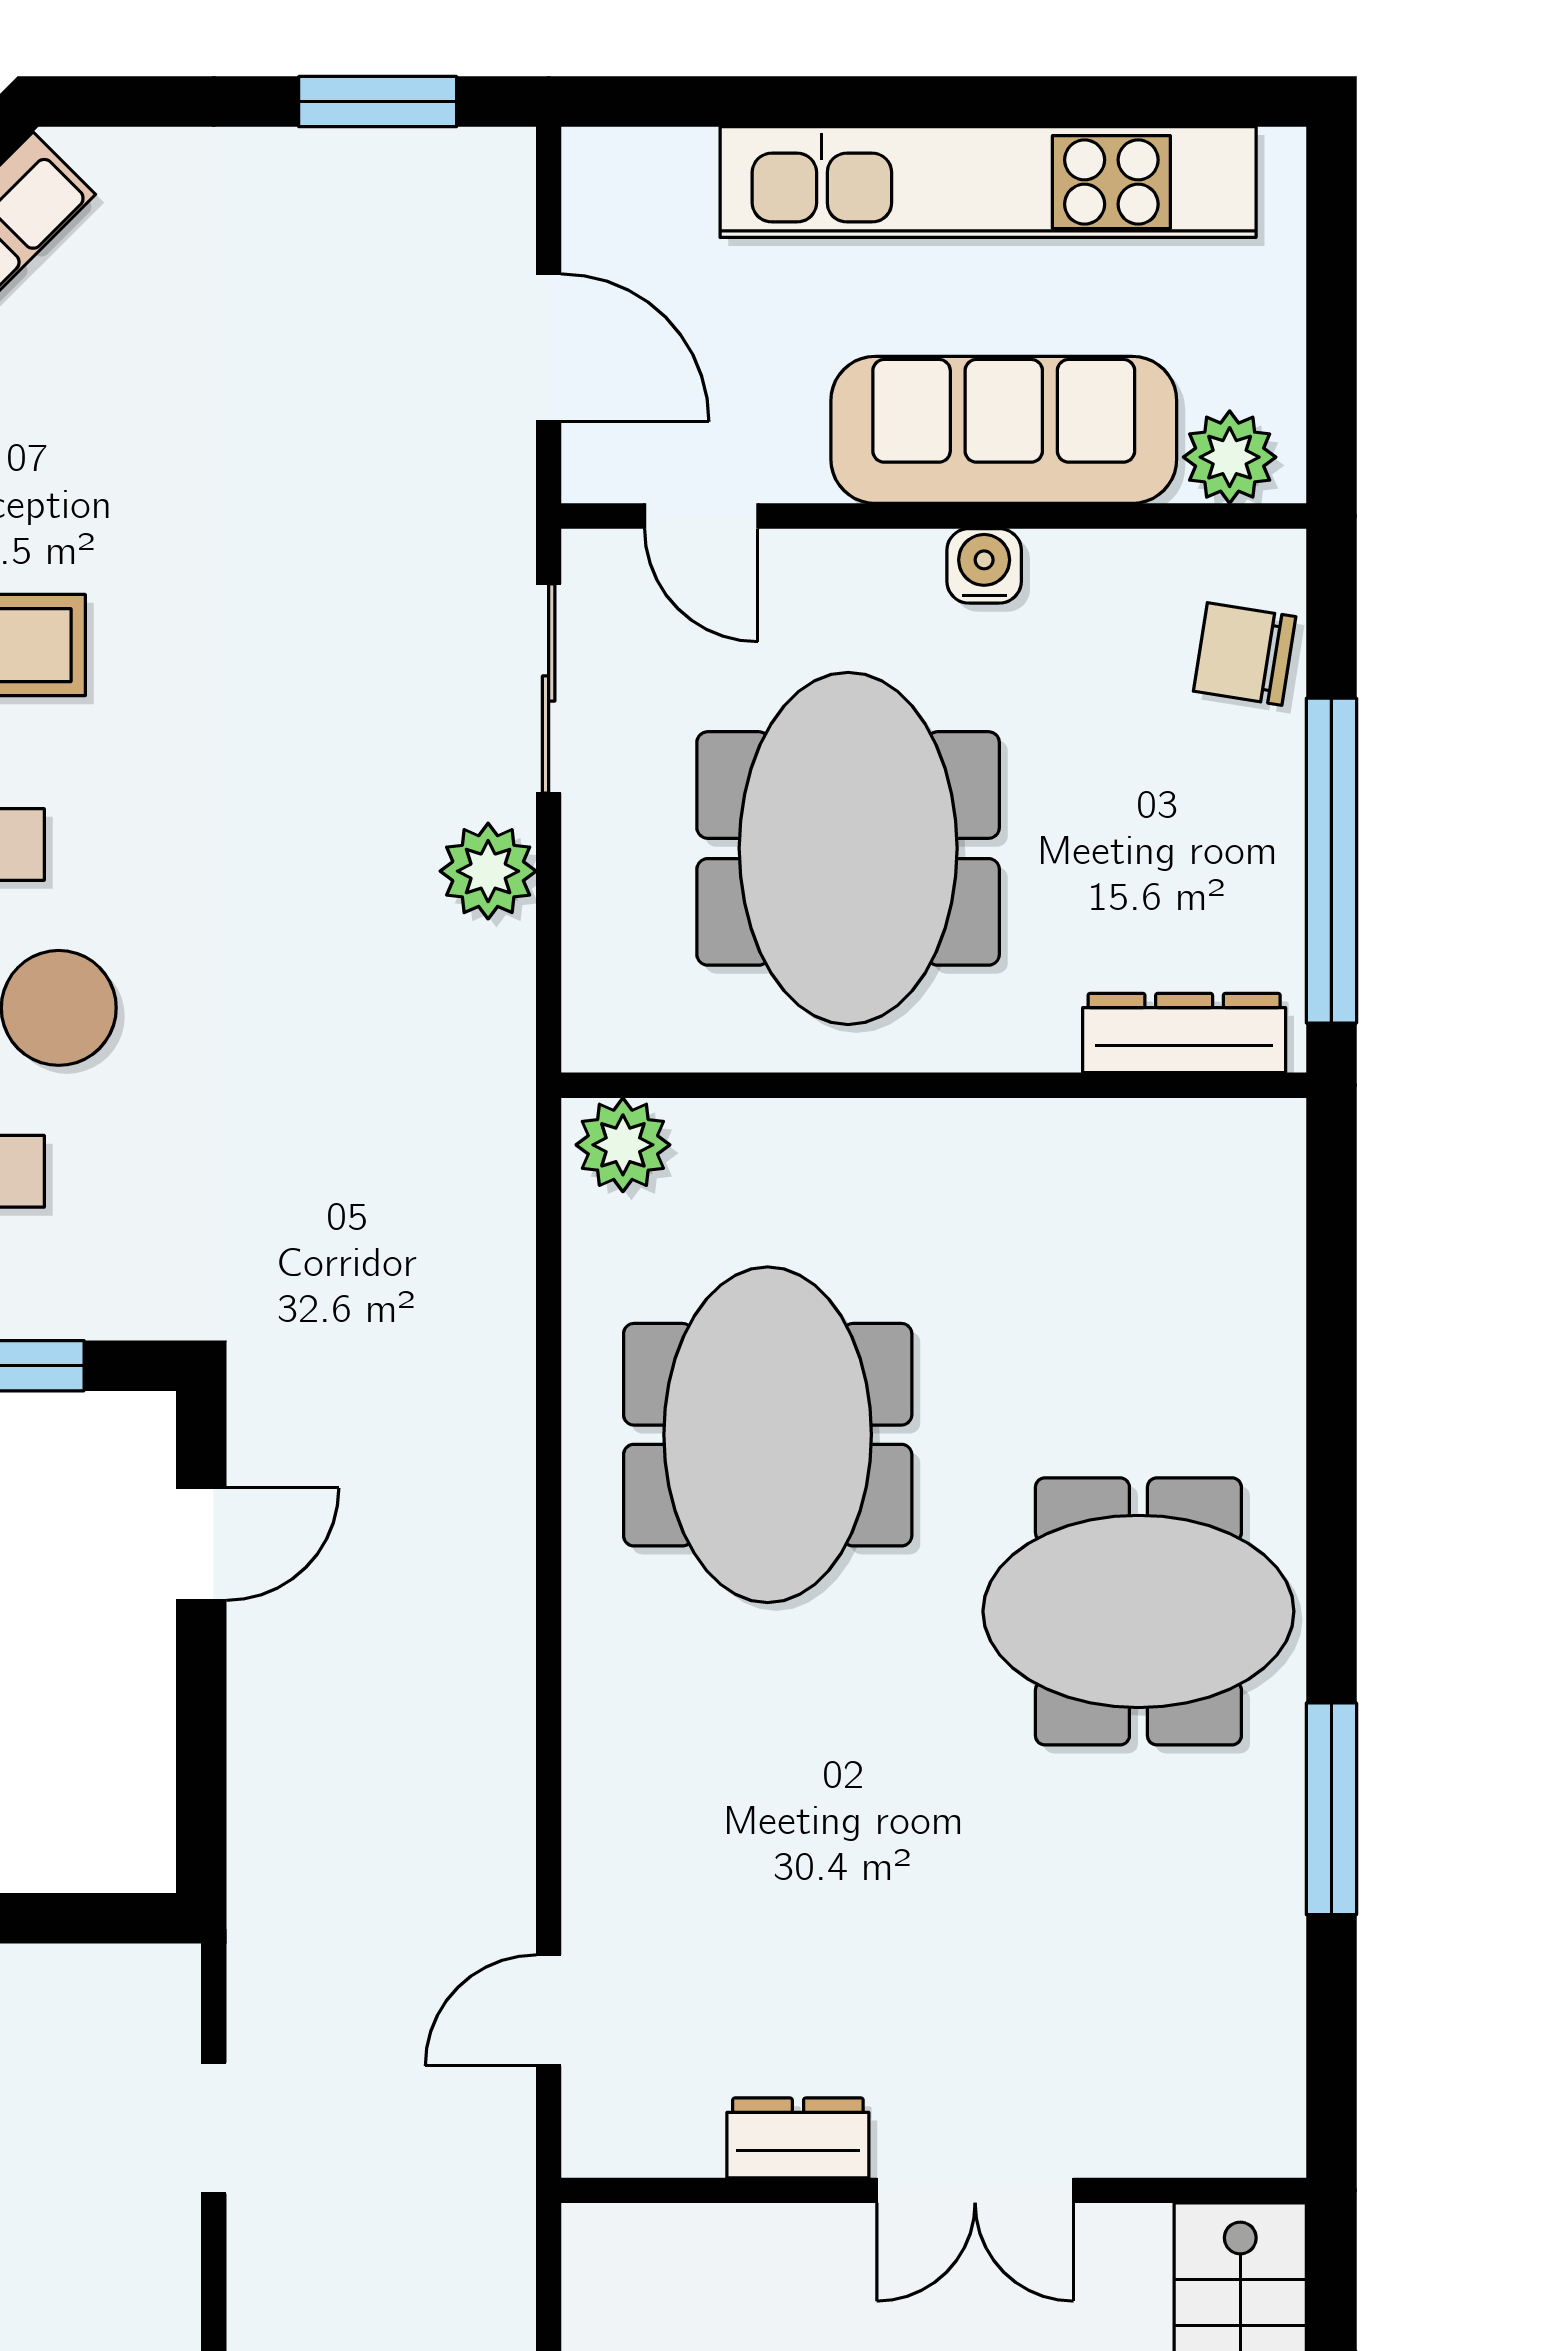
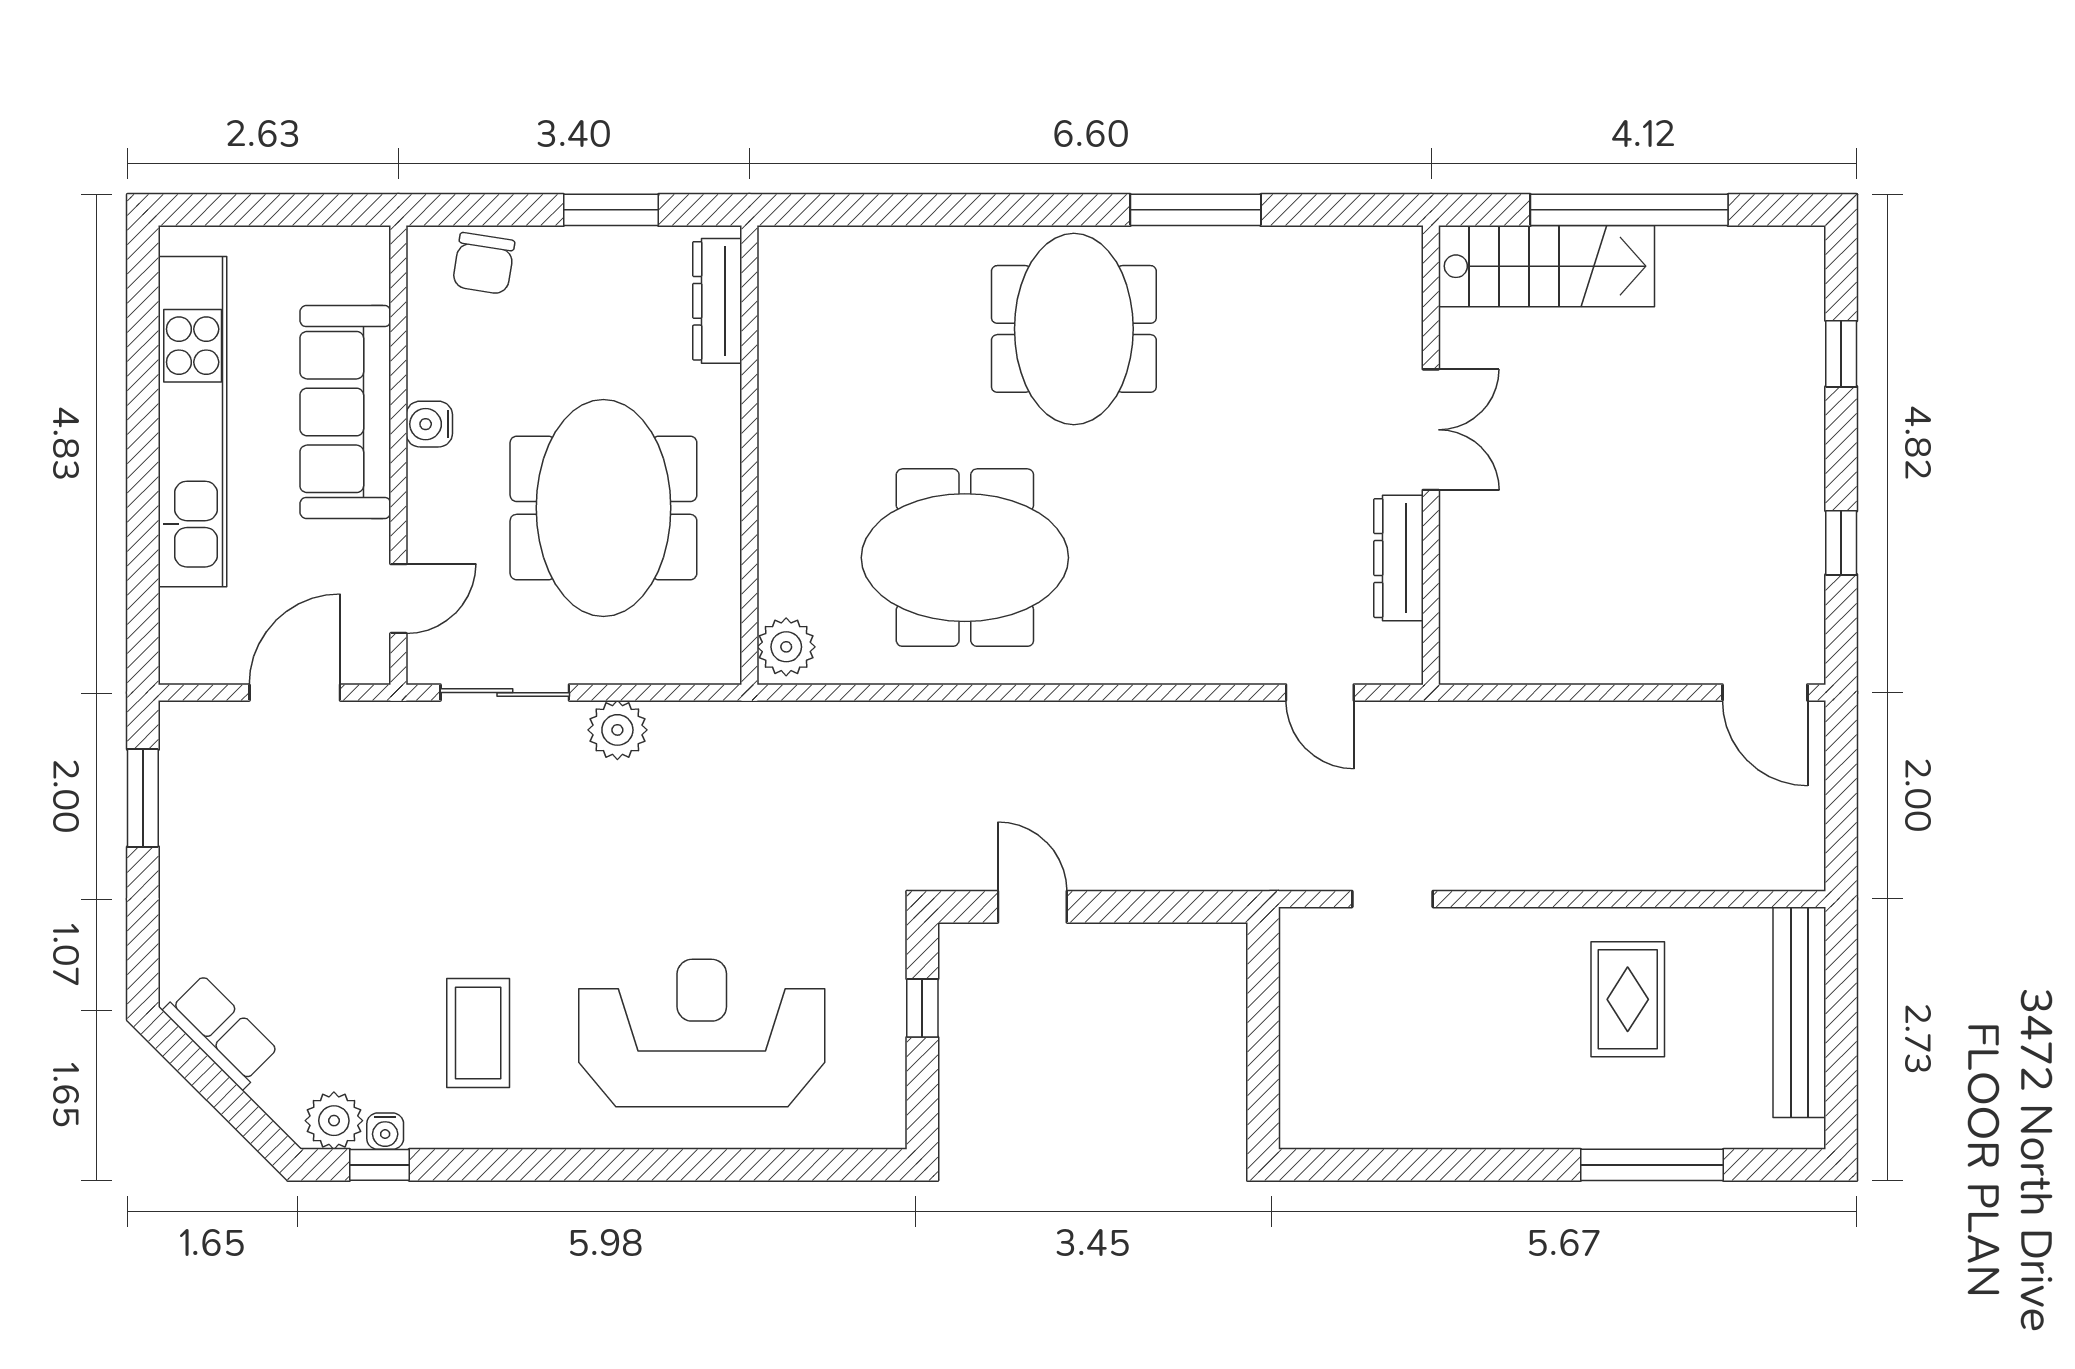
plant: (1230, 457) -> (362, 273), removed
meeting table: (848, 848) -> (603, 508), turned 90
window: (1331, 861) -> (611, 210), width x0.47
dresser: (798, 2138) -> (1398, 558), width x1.44

